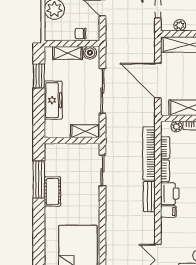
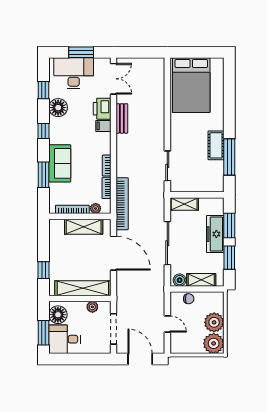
window: (39, 109) -> (229, 225), added
bookcase: (149, 153) -> (122, 204), moved
printer: (170, 194) -> (102, 109), moved
bench: (149, 197) -> (122, 118), moved

